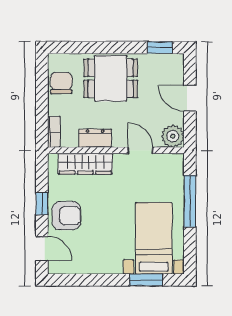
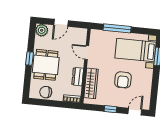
window: (160, 48) -> (29, 58), moved
plant: (173, 136) -> (42, 30), moved
door: (140, 150) -> (87, 53), hinge flipped
armchair: (66, 216) -> (123, 80), moved, turned 180

